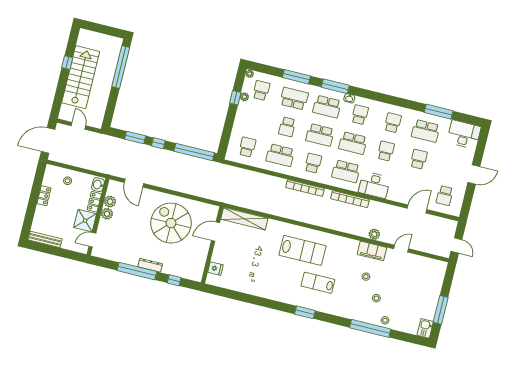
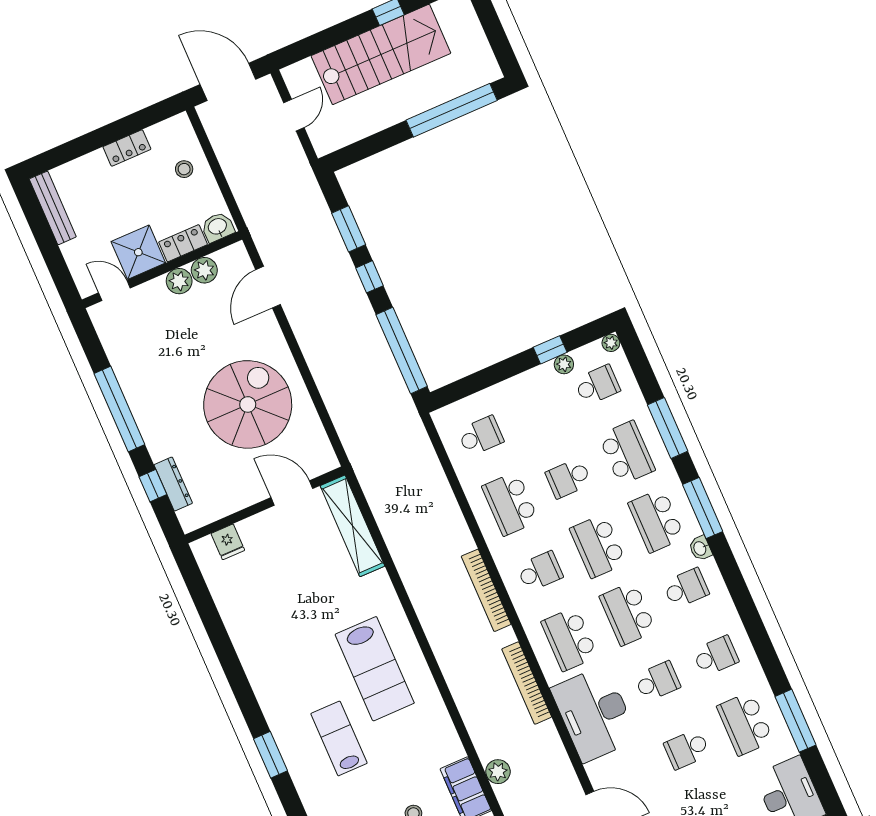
school desk: (419, 159) -> (687, 749), turned 180
desk: (374, 185) -> (594, 714), width x1.36, depth x1.30
dresser: (150, 265) -> (173, 484), moved

